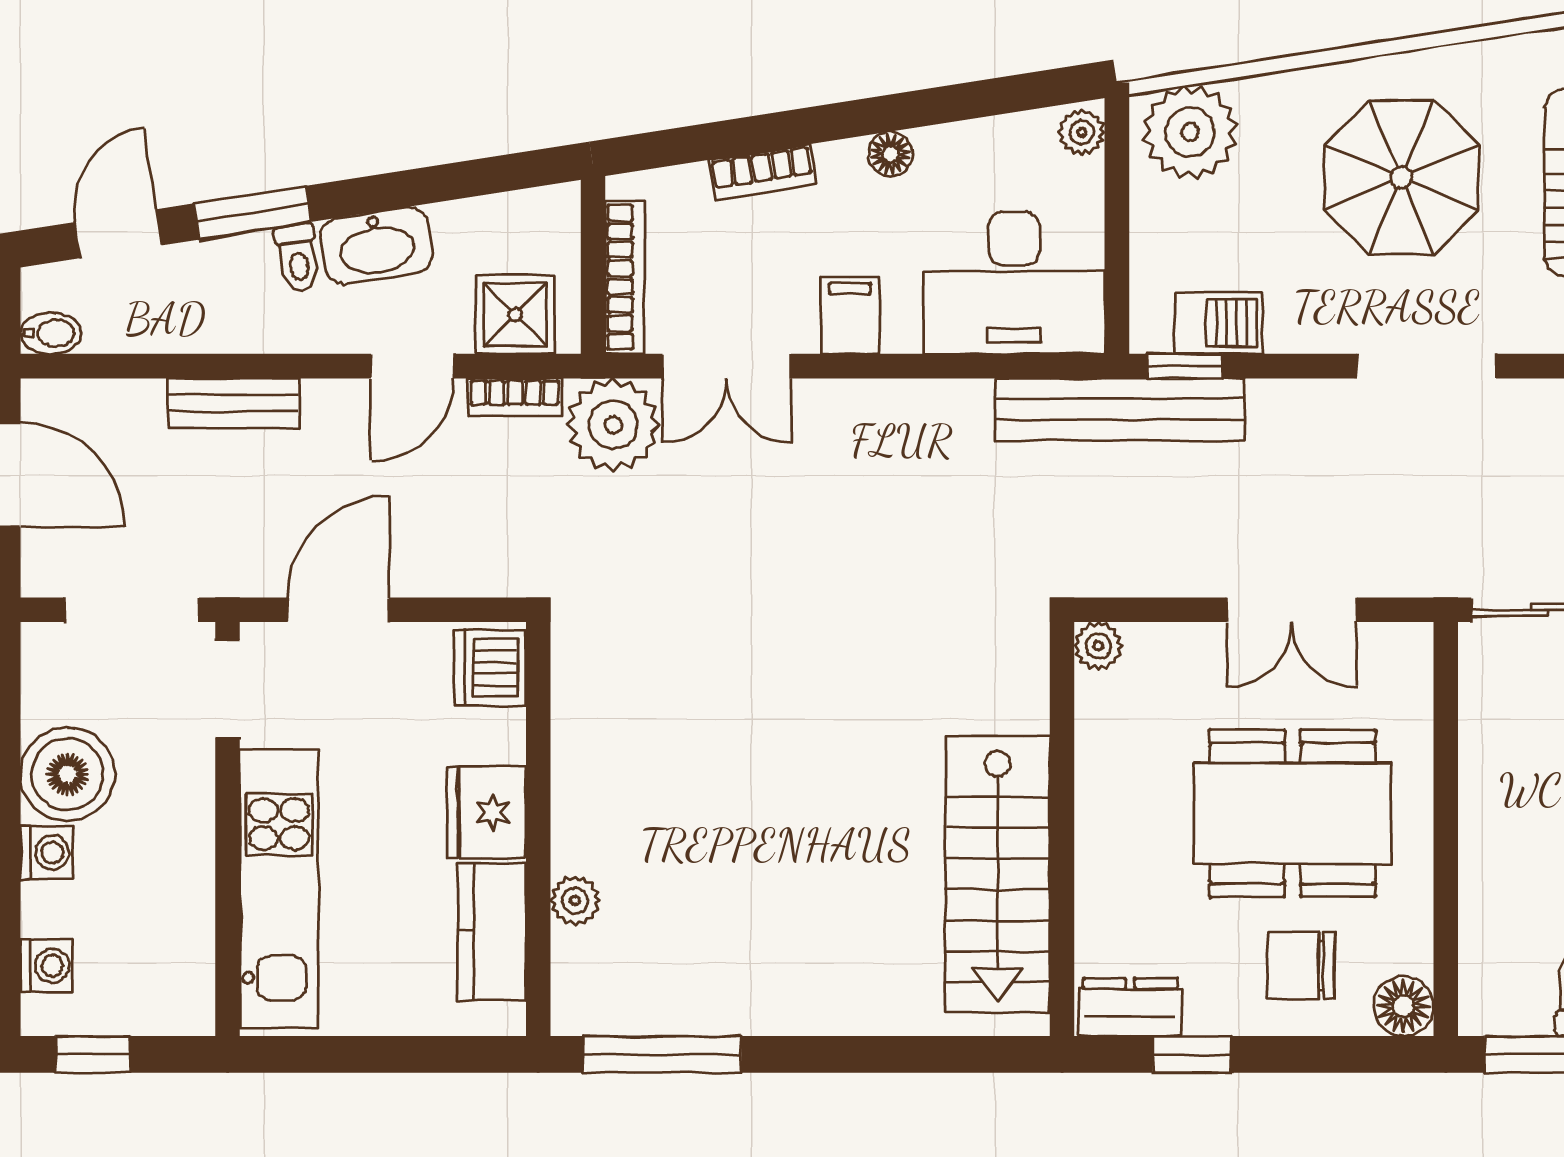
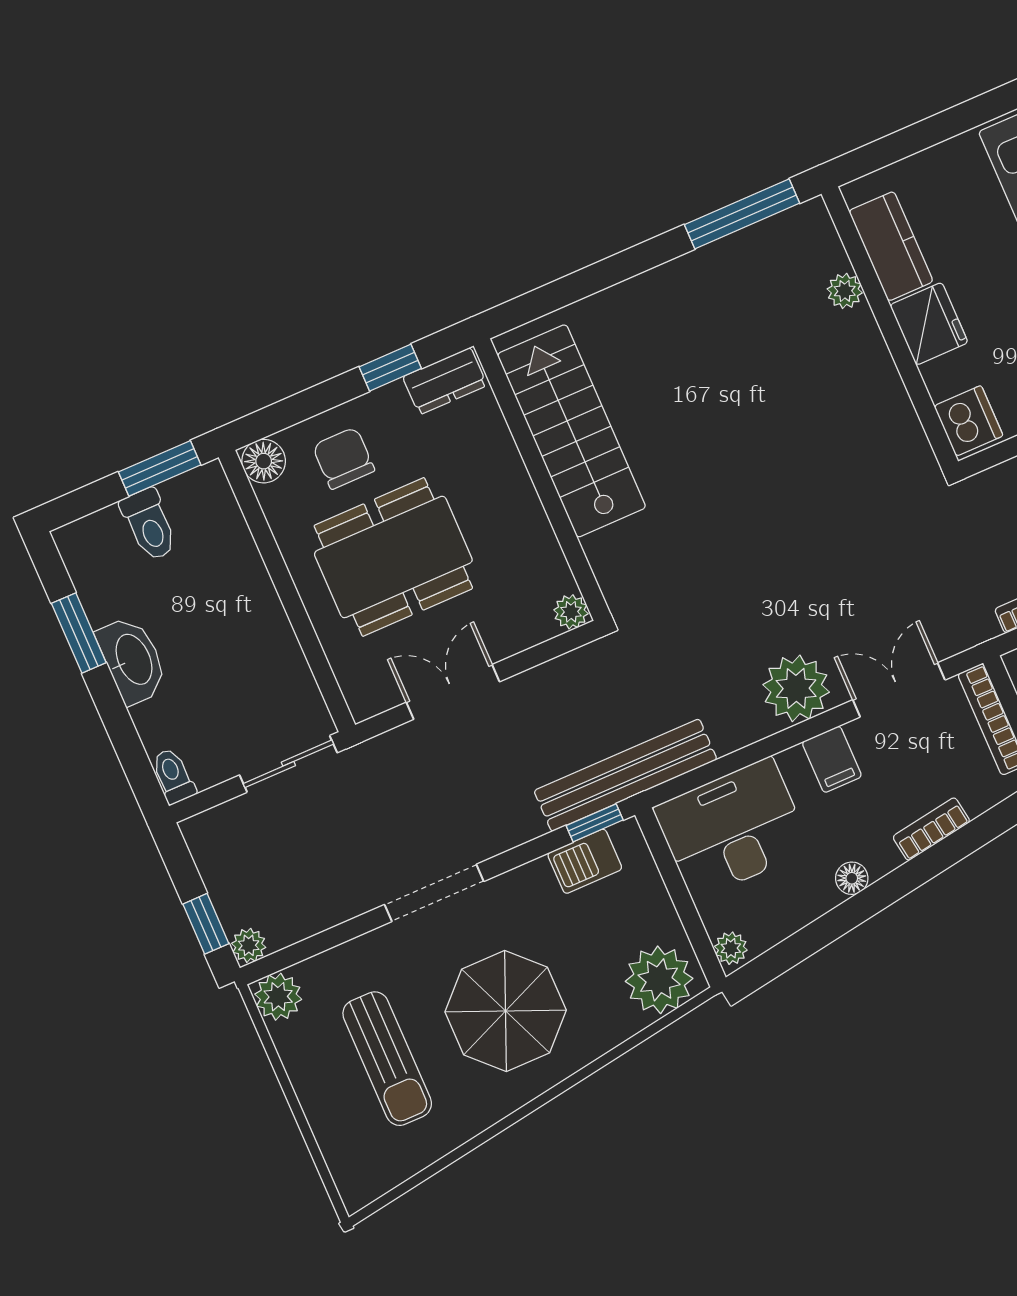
plant: (613, 425) -> (796, 688), moved
chair: (1301, 966) -> (344, 458), turned -90

